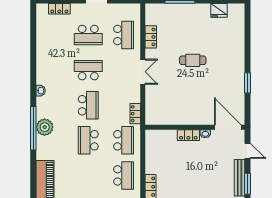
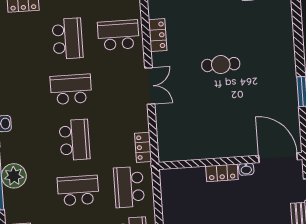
school desk: (88, 35) -> (67, 39), turned -90
school desk: (124, 35) -> (118, 35), turned -90
school desk: (88, 140) -> (78, 191), turned 90
school desk: (124, 140) -> (129, 187), turned 180

